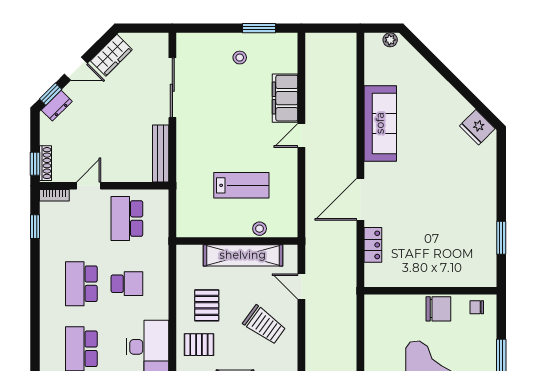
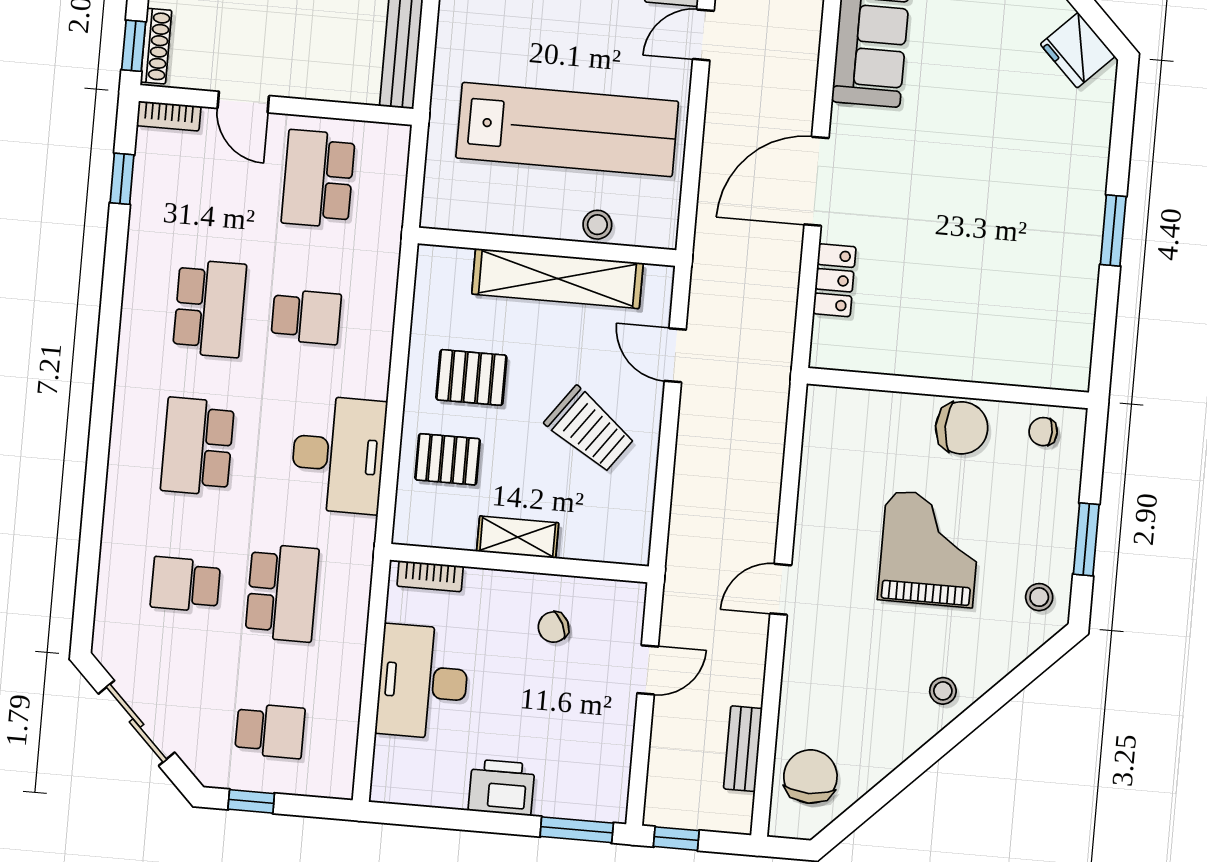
lab bench: (241, 185) -> (567, 130), width x1.86, depth x1.39
door: (89, 186) -> (243, 102), swing flipped
window: (501, 238) -> (1113, 231), moved
school desk: (81, 284) -> (210, 308), turned 180
pallet: (207, 305) -> (471, 377), turned 90

